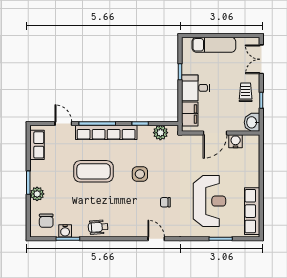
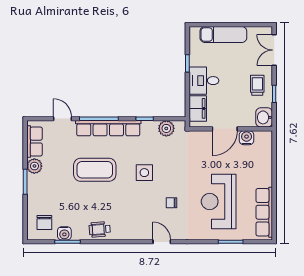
plant: (37, 194) -> (34, 166), moved
reception desk: (209, 201) -> (219, 202), turned 180

